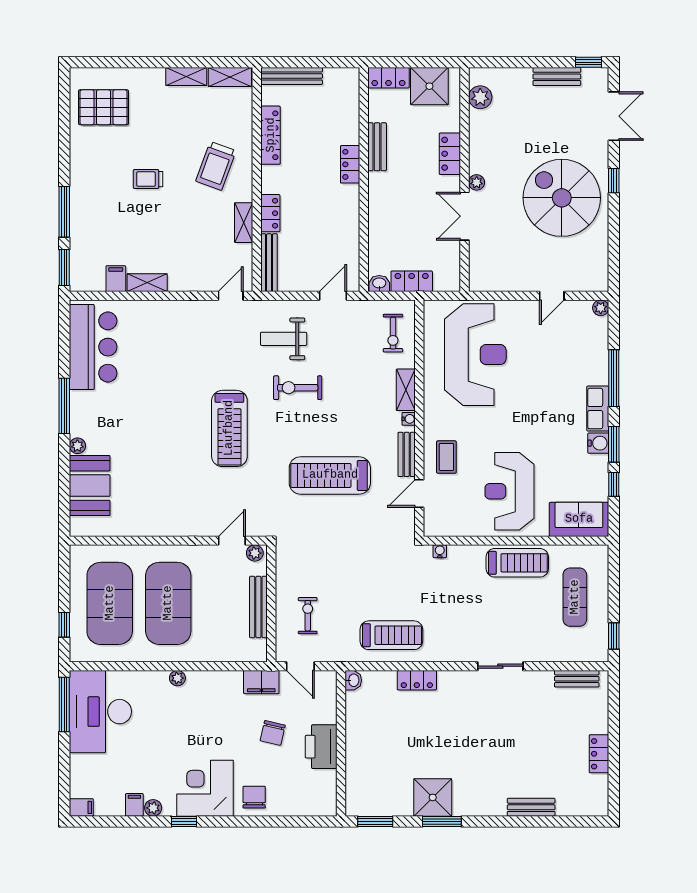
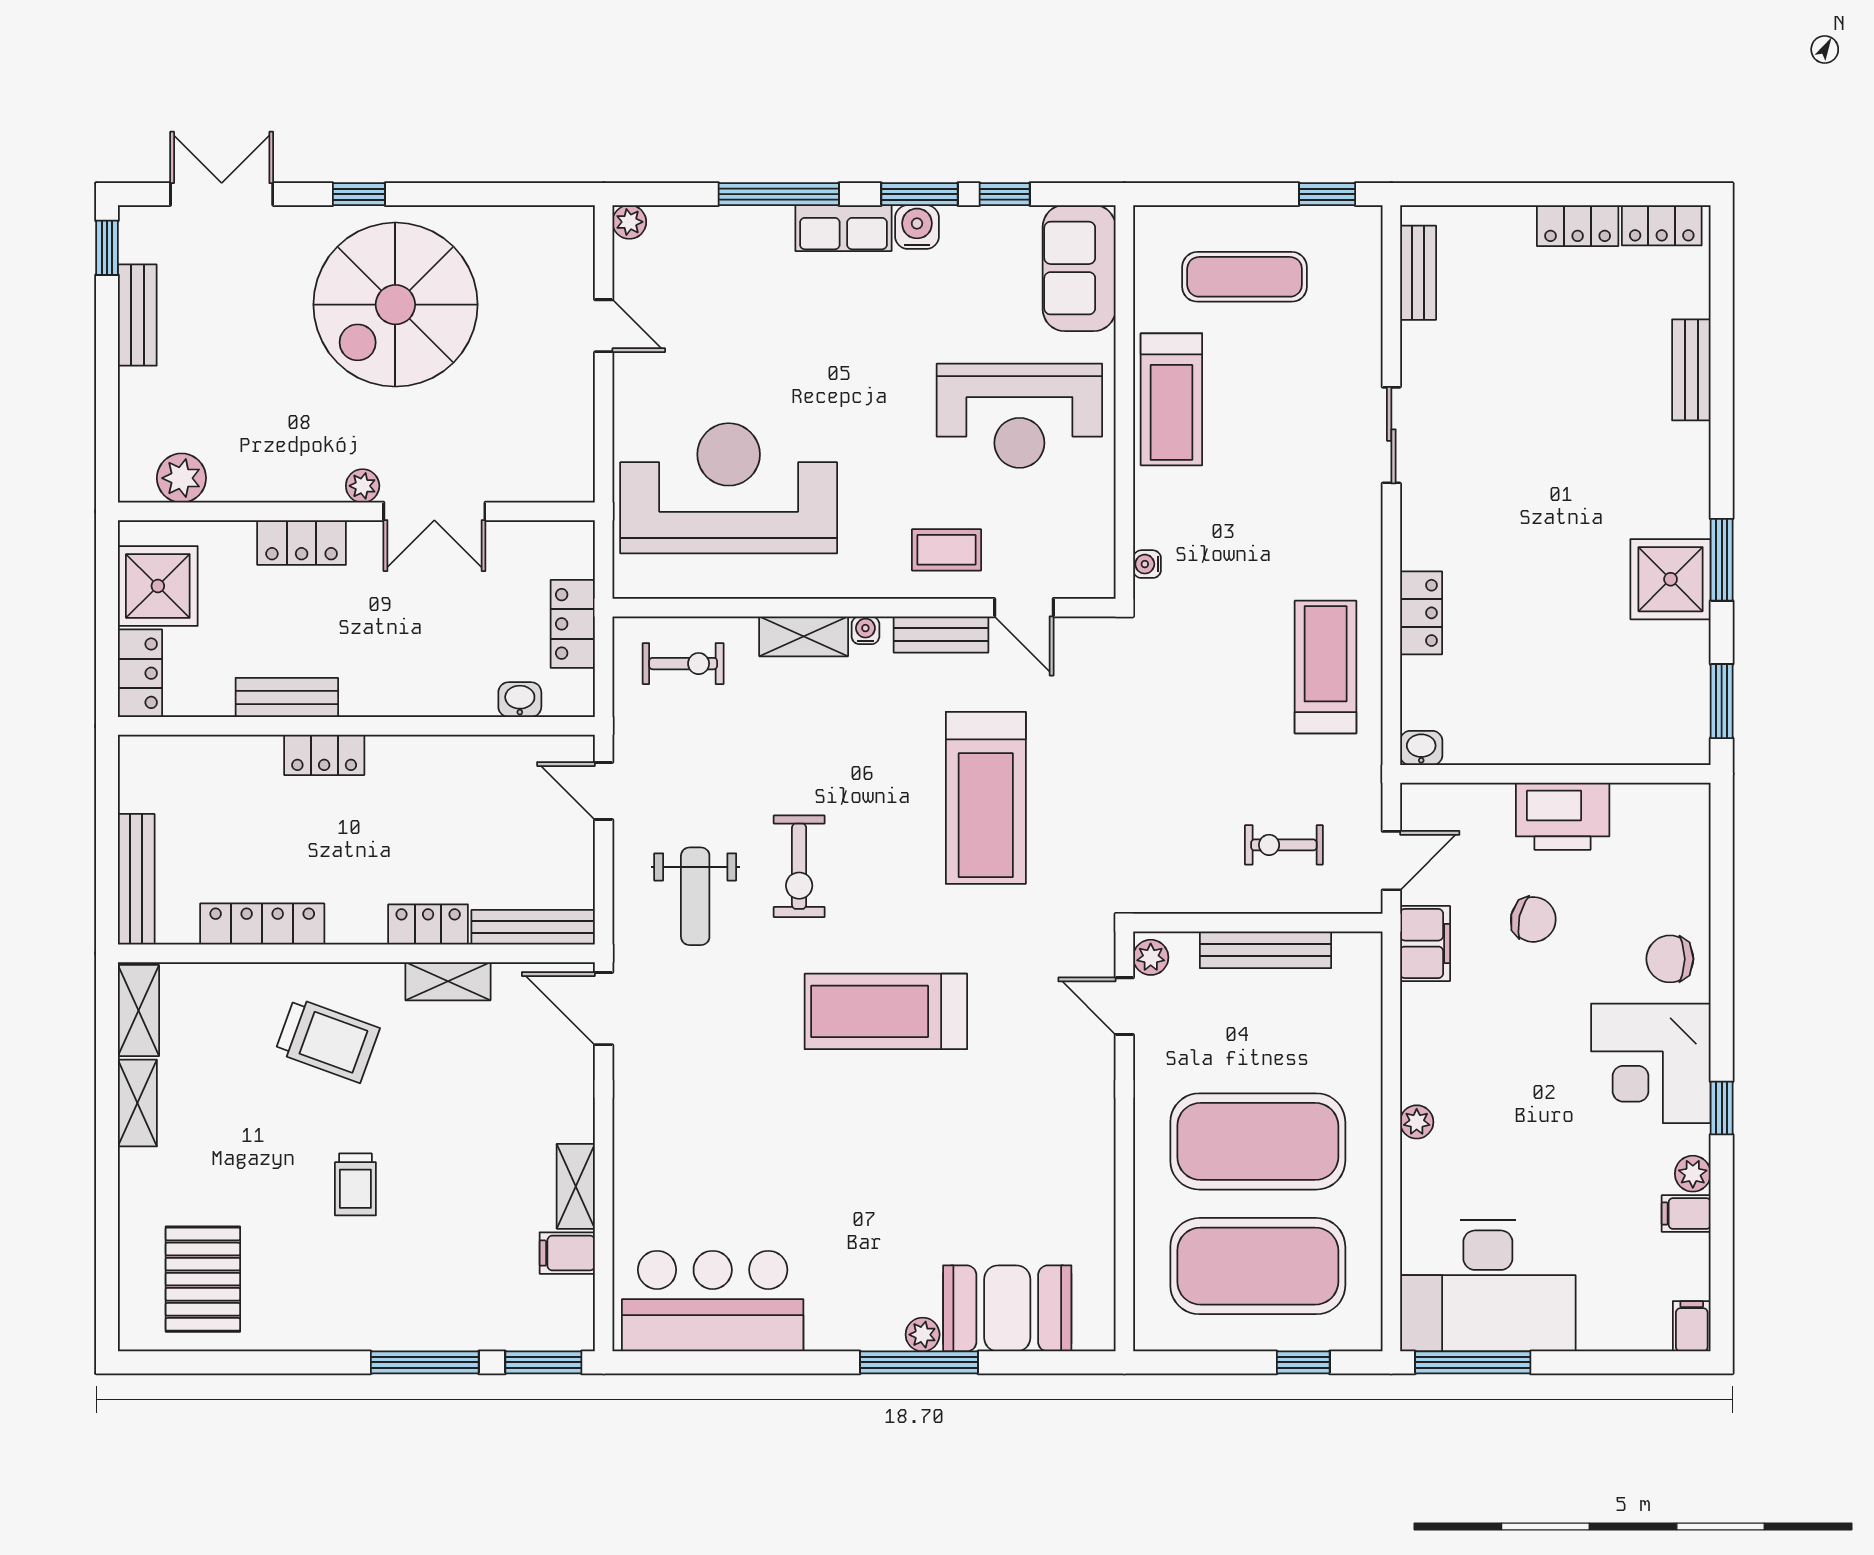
washbasin: (379, 283) -> (520, 700), moved, turned 90
door: (231, 296) -> (604, 1009), width x1.38
window: (64, 406) -> (919, 1362), moved
treadmill: (229, 428) -> (886, 1011), turned 180
treadmill: (517, 563) -> (1171, 399), turned 180
locker: (599, 793) -> (1662, 225), added

